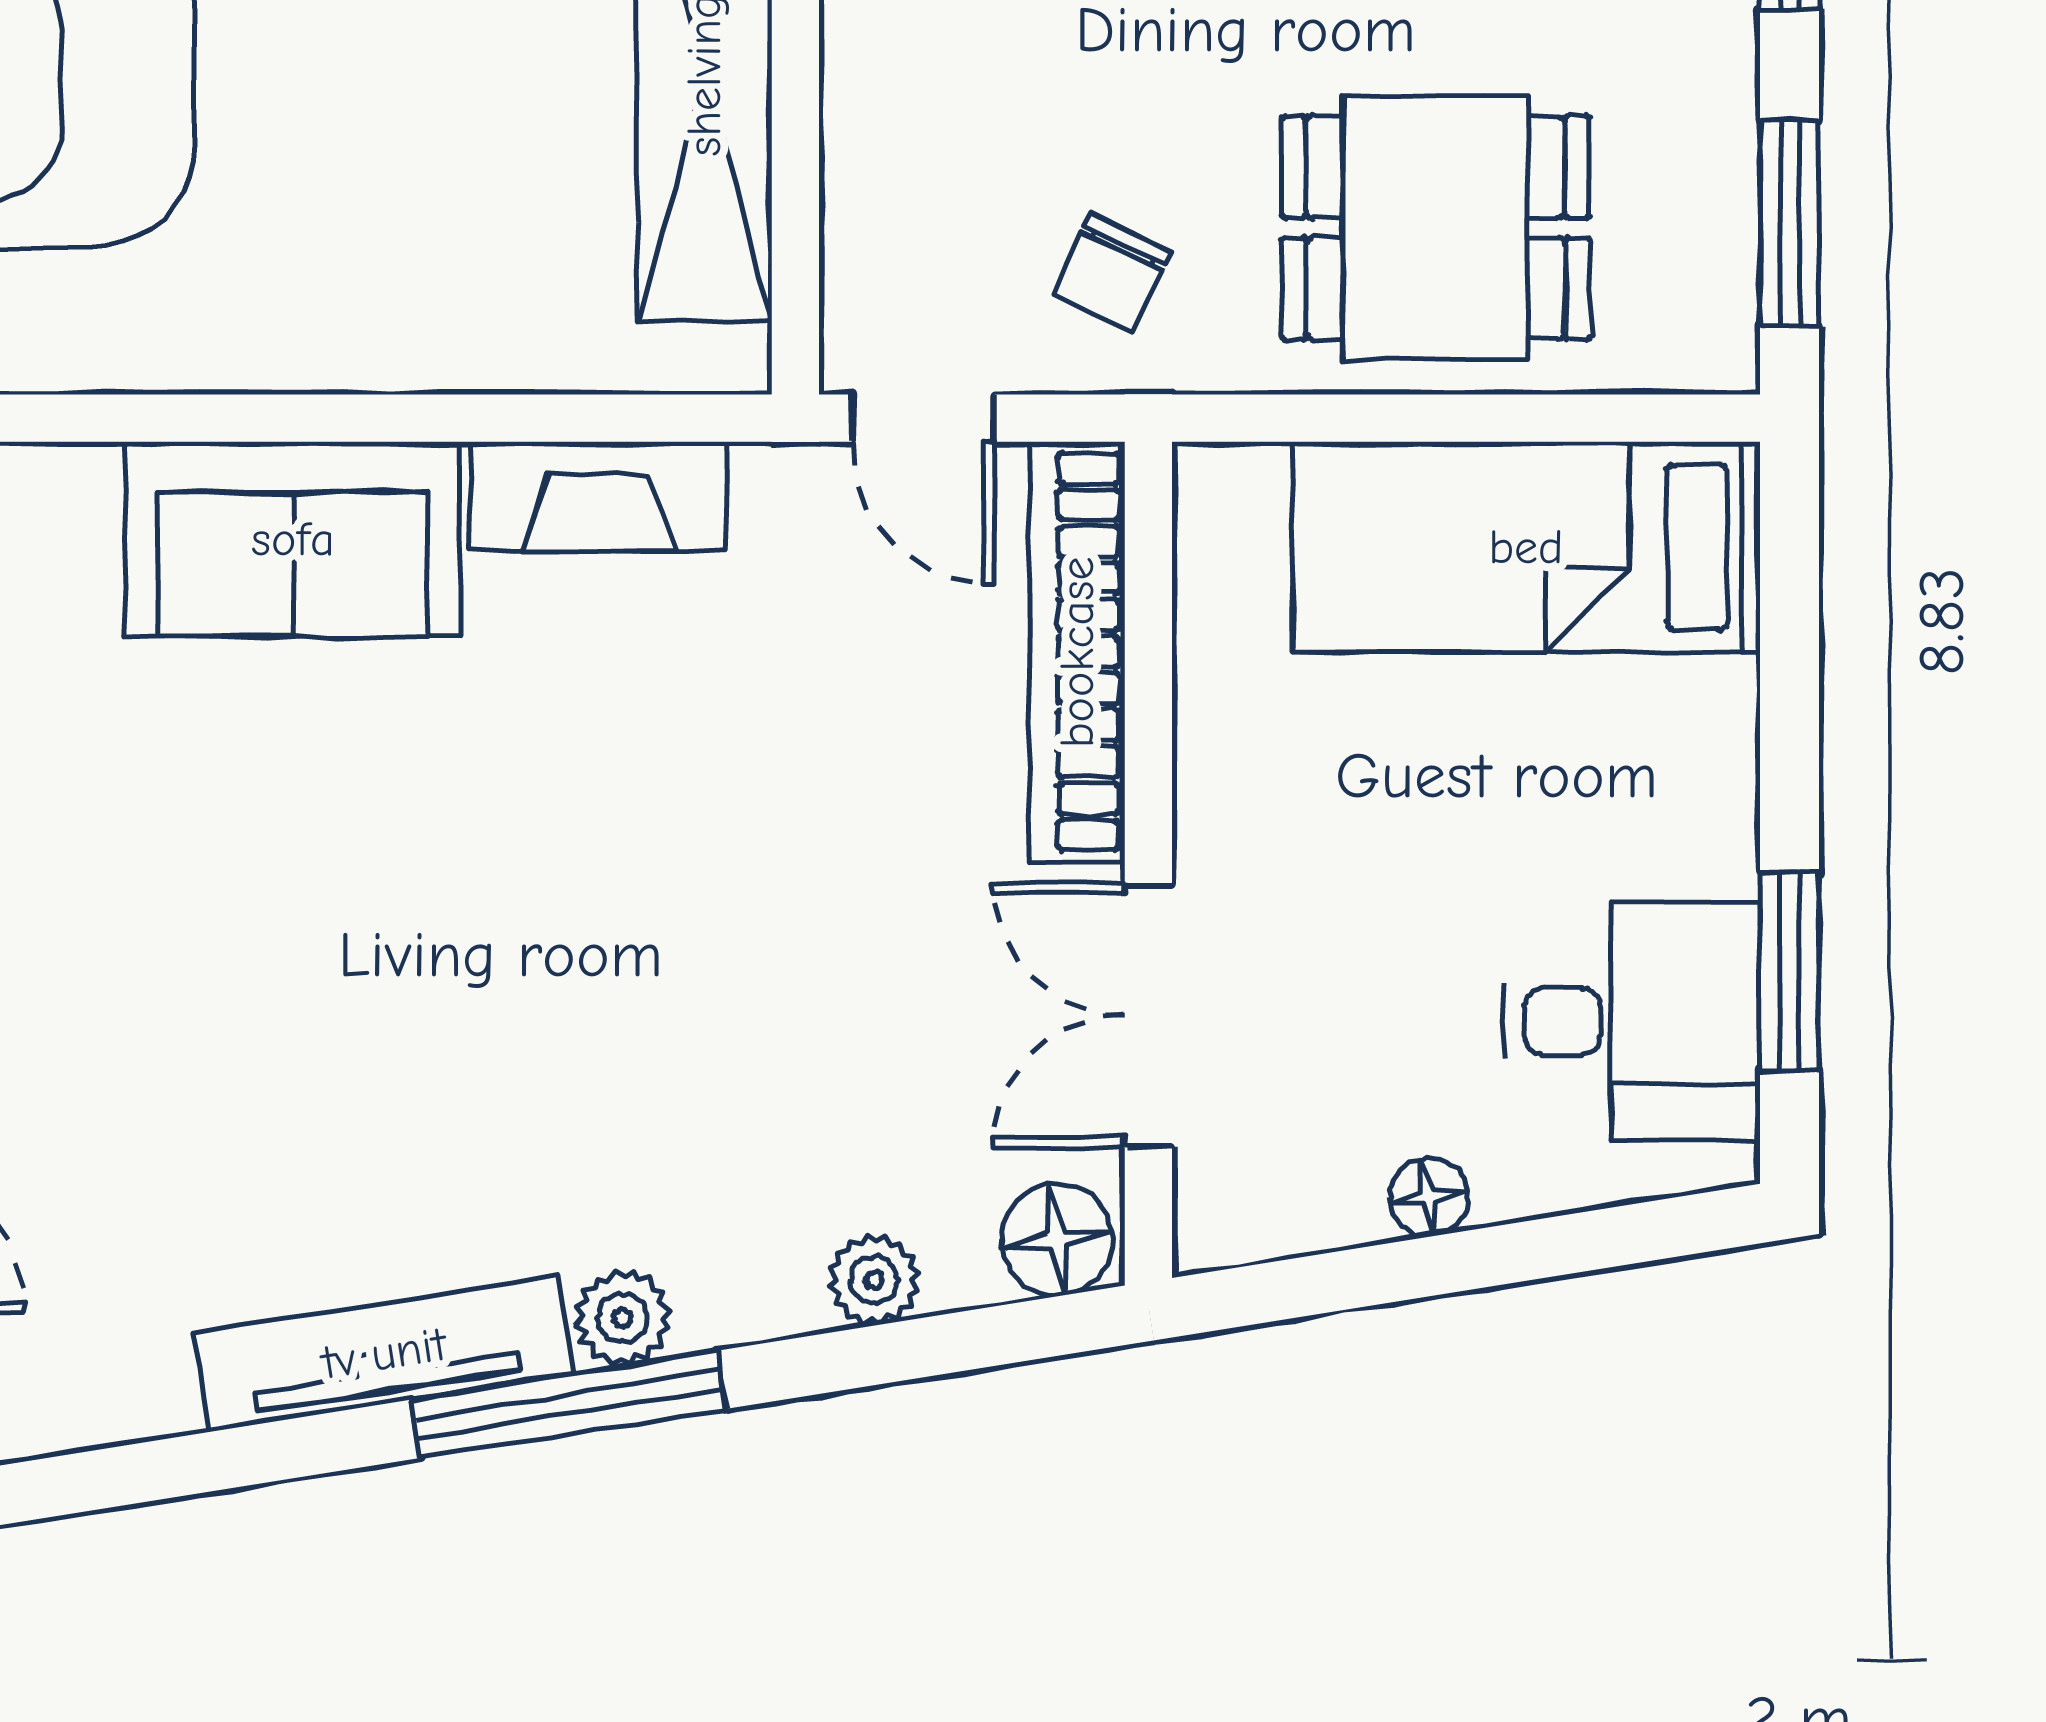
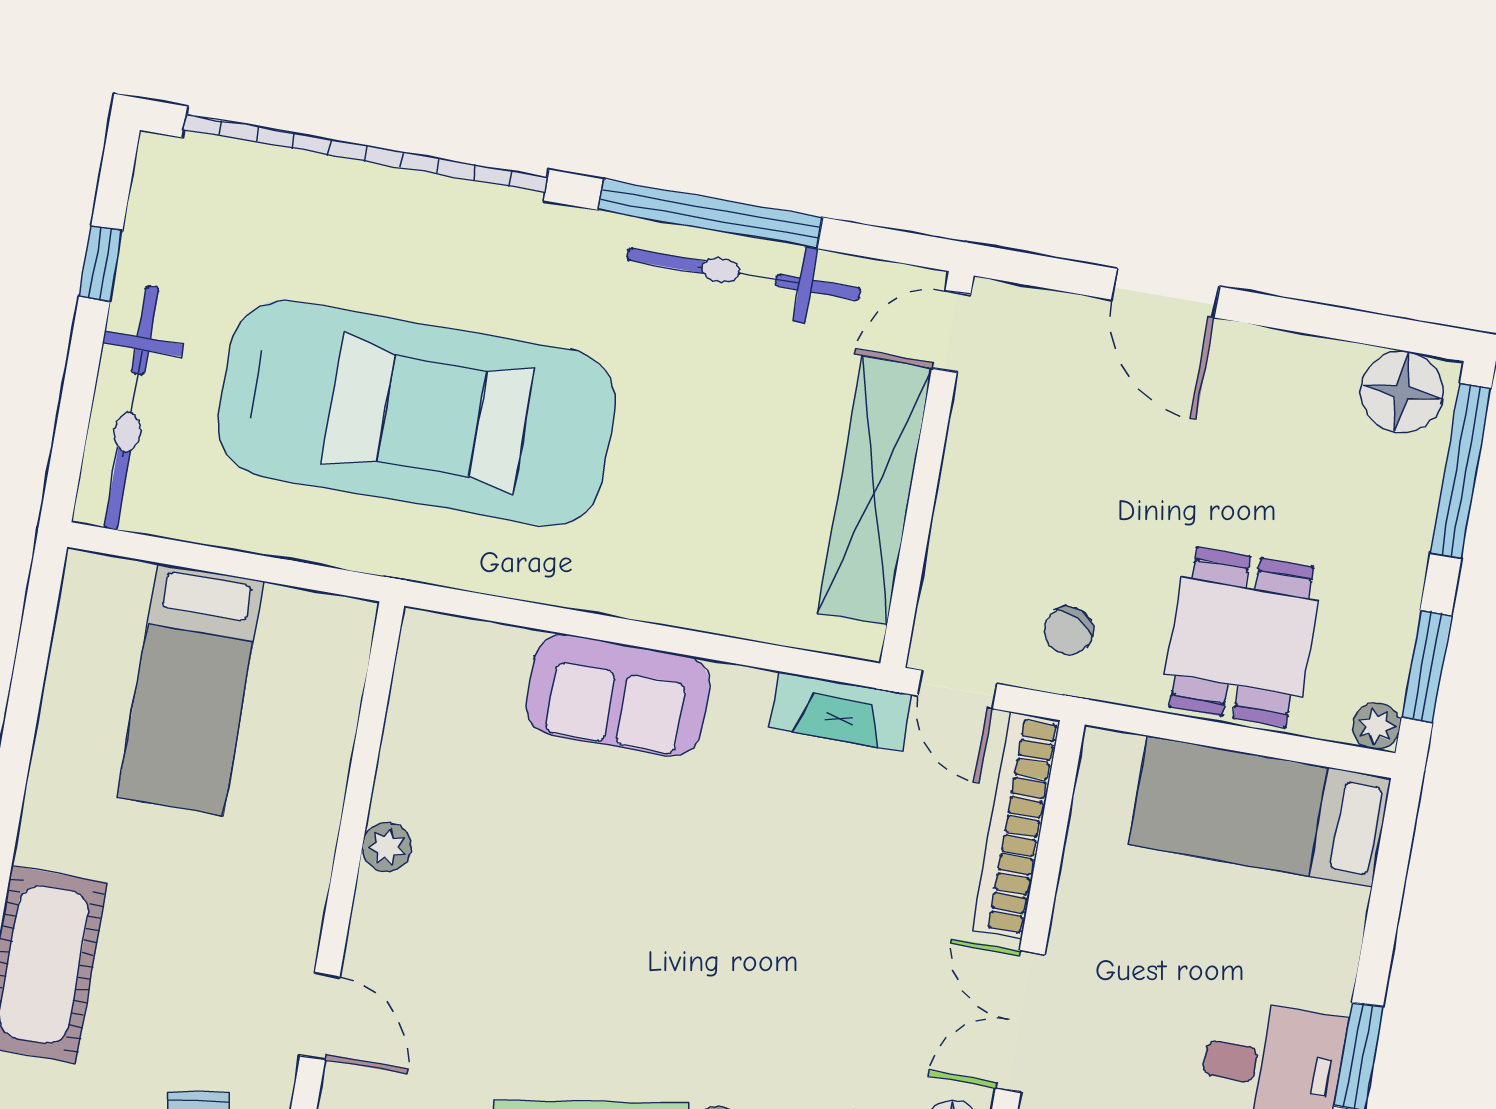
dining table: (1436, 228) -> (1242, 637), turned 90
plant: (1716, 350) -> (1376, 726), added
fireplace: (598, 496) -> (841, 711), moved

